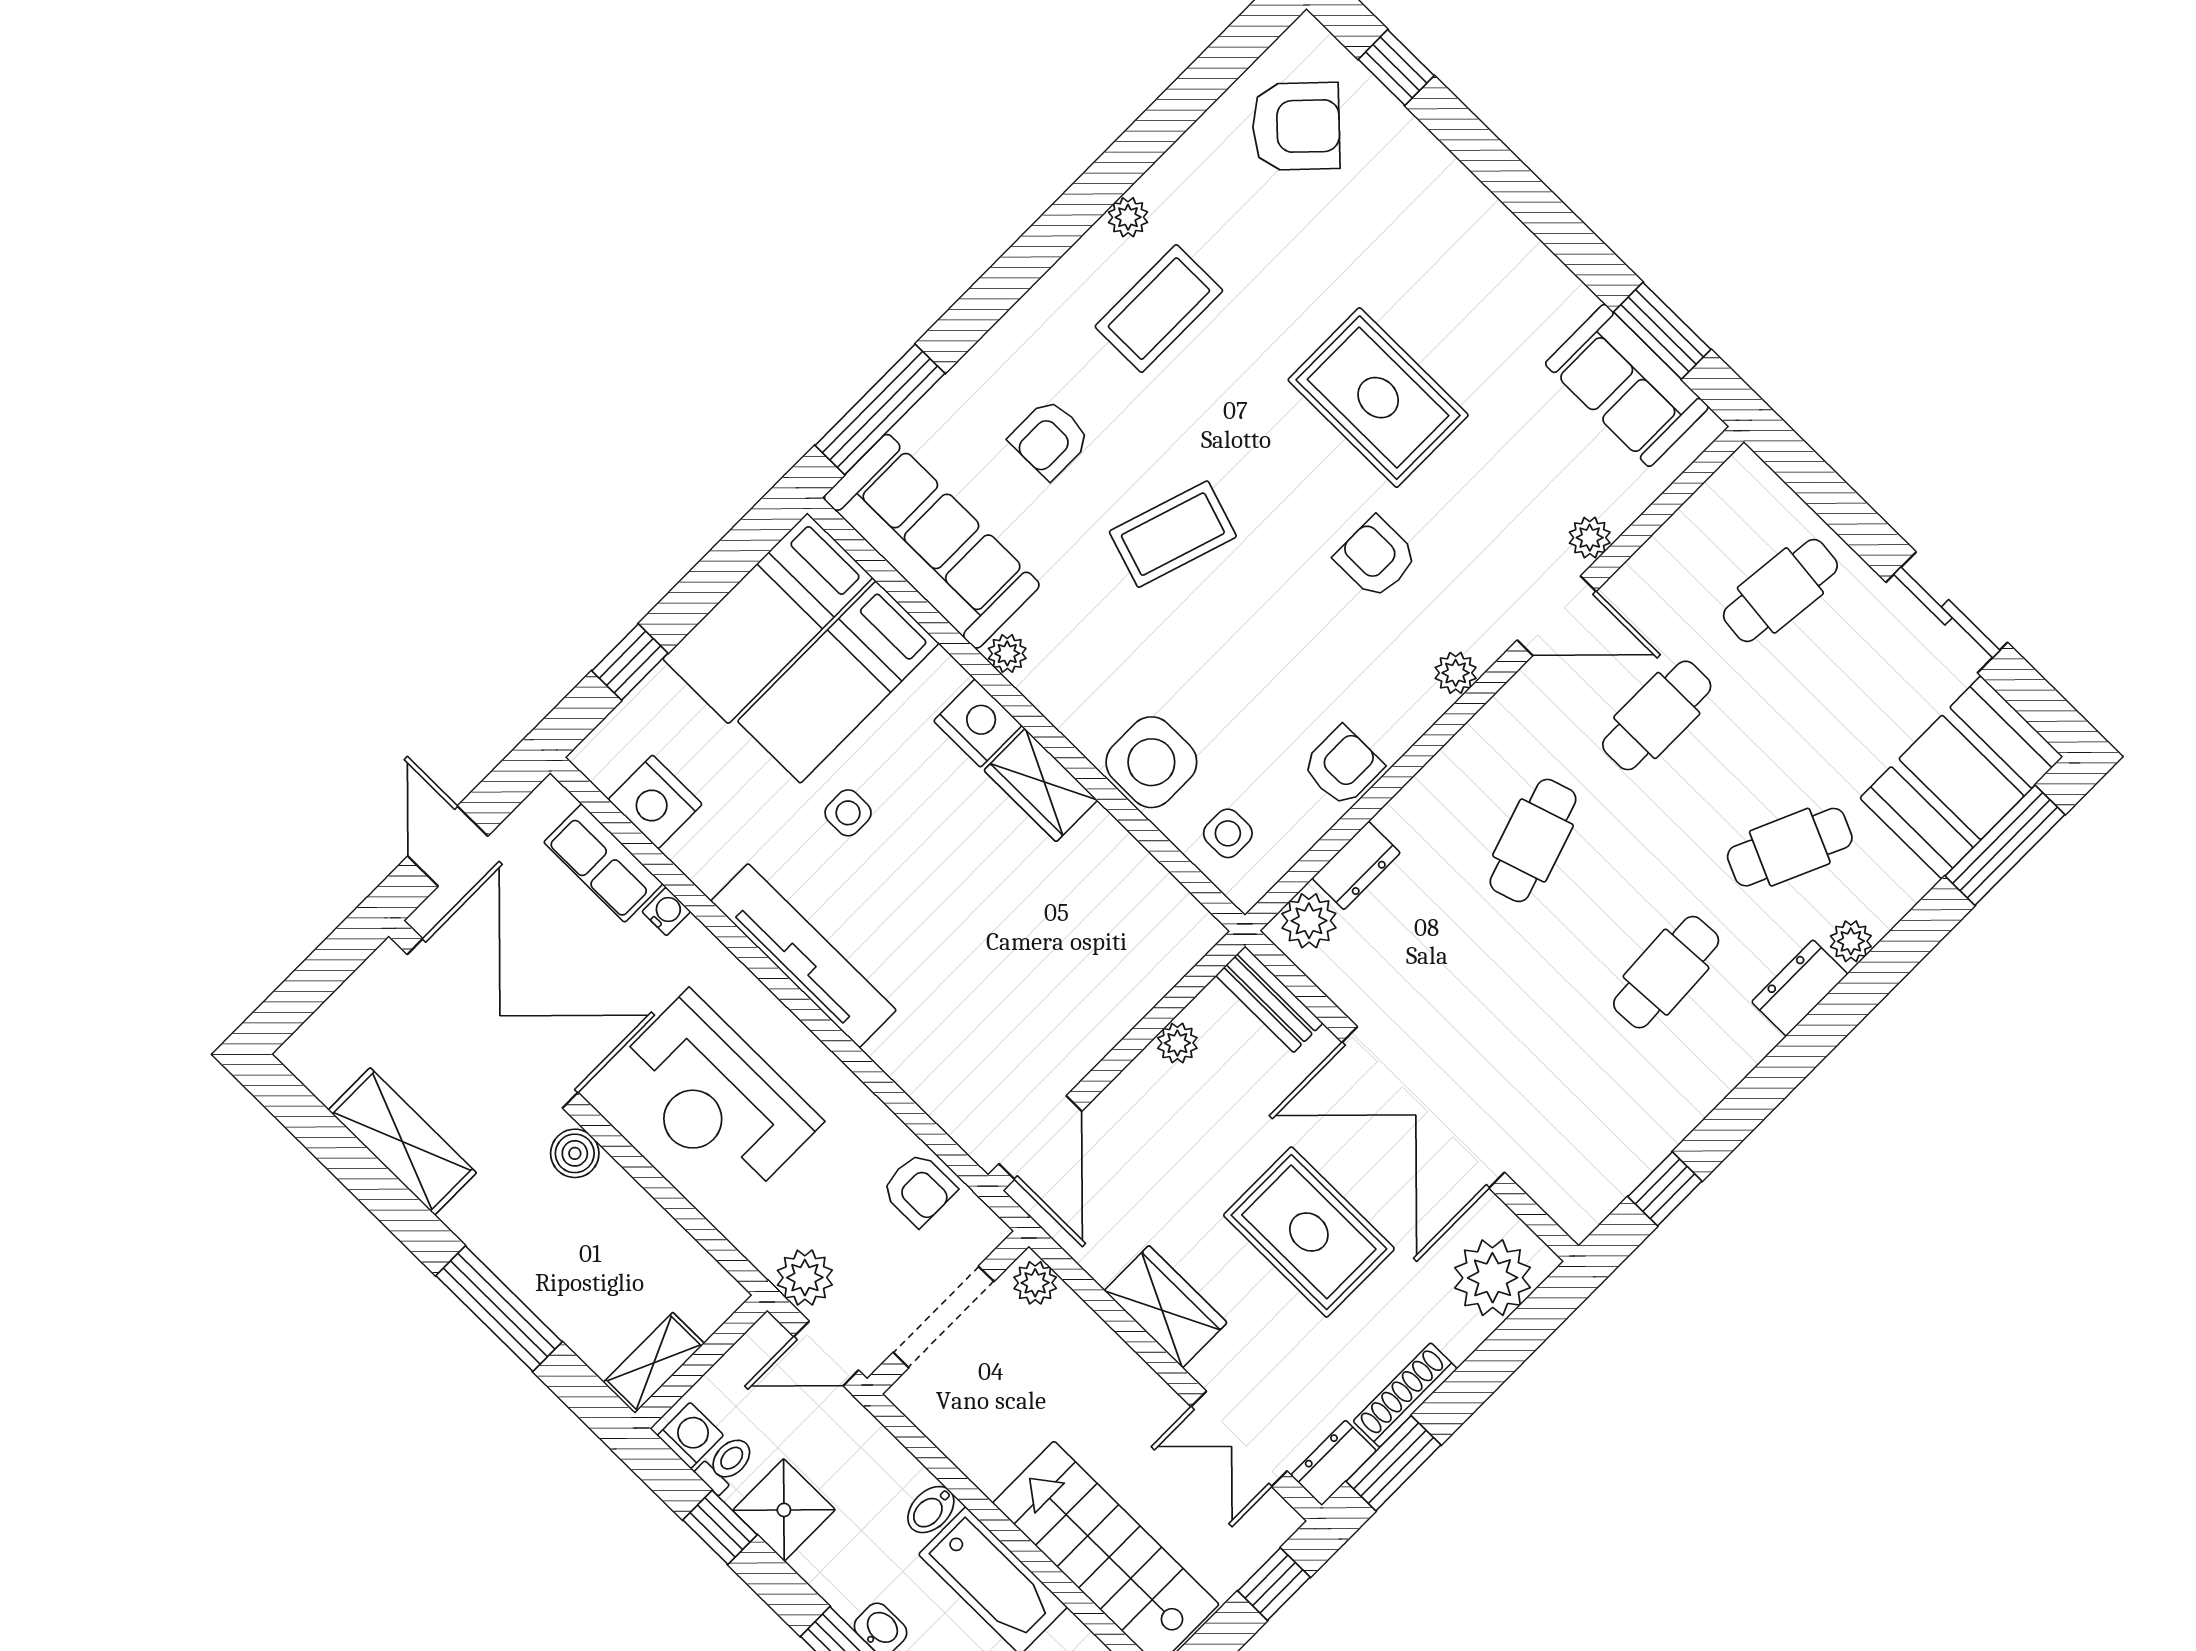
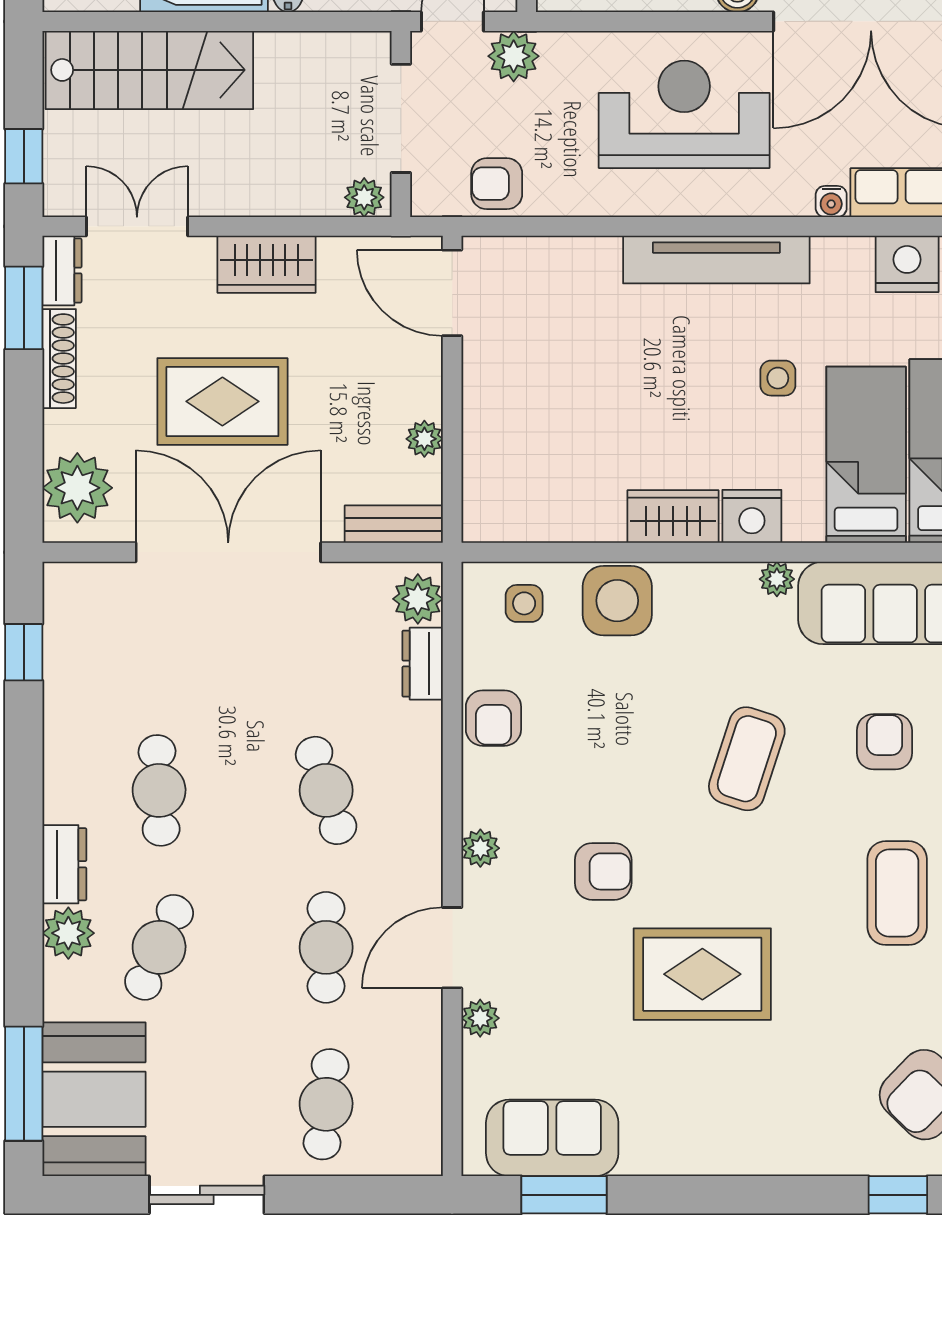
plant: (1851, 941) -> (68, 933), width x1.38, depth x1.38

